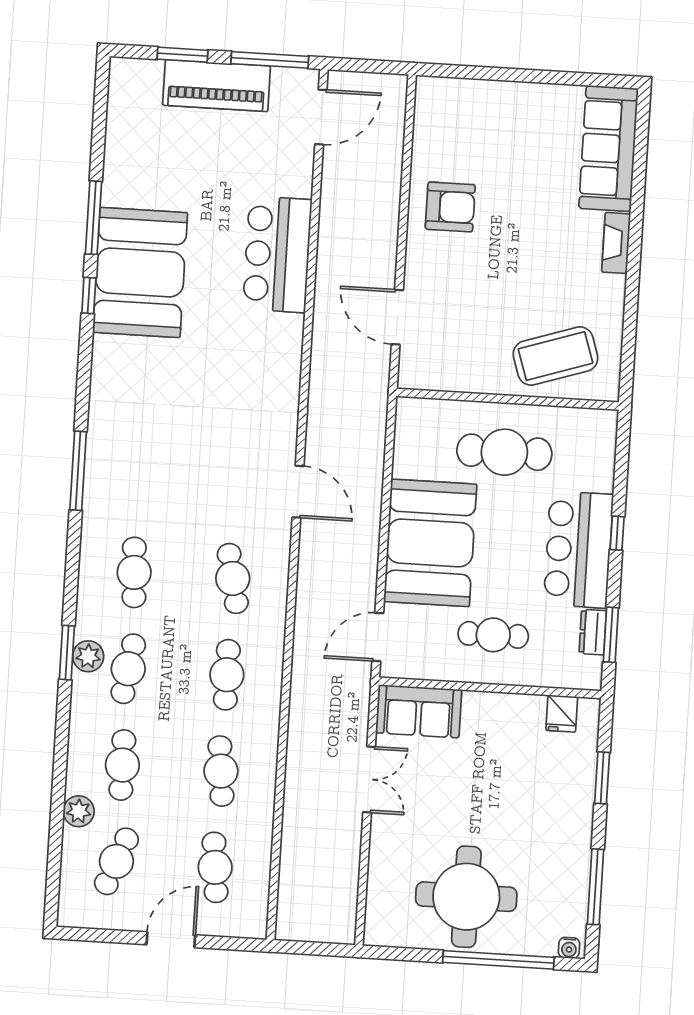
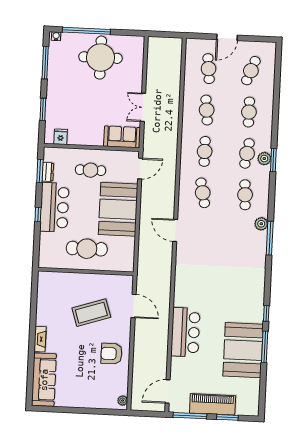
plant: (426, 97) -> (123, 401), added
booth: (140, 272) -> (243, 350), moved
coffee table: (556, 356) -> (91, 313), moved
plant: (79, 811) -> (261, 224), moved

